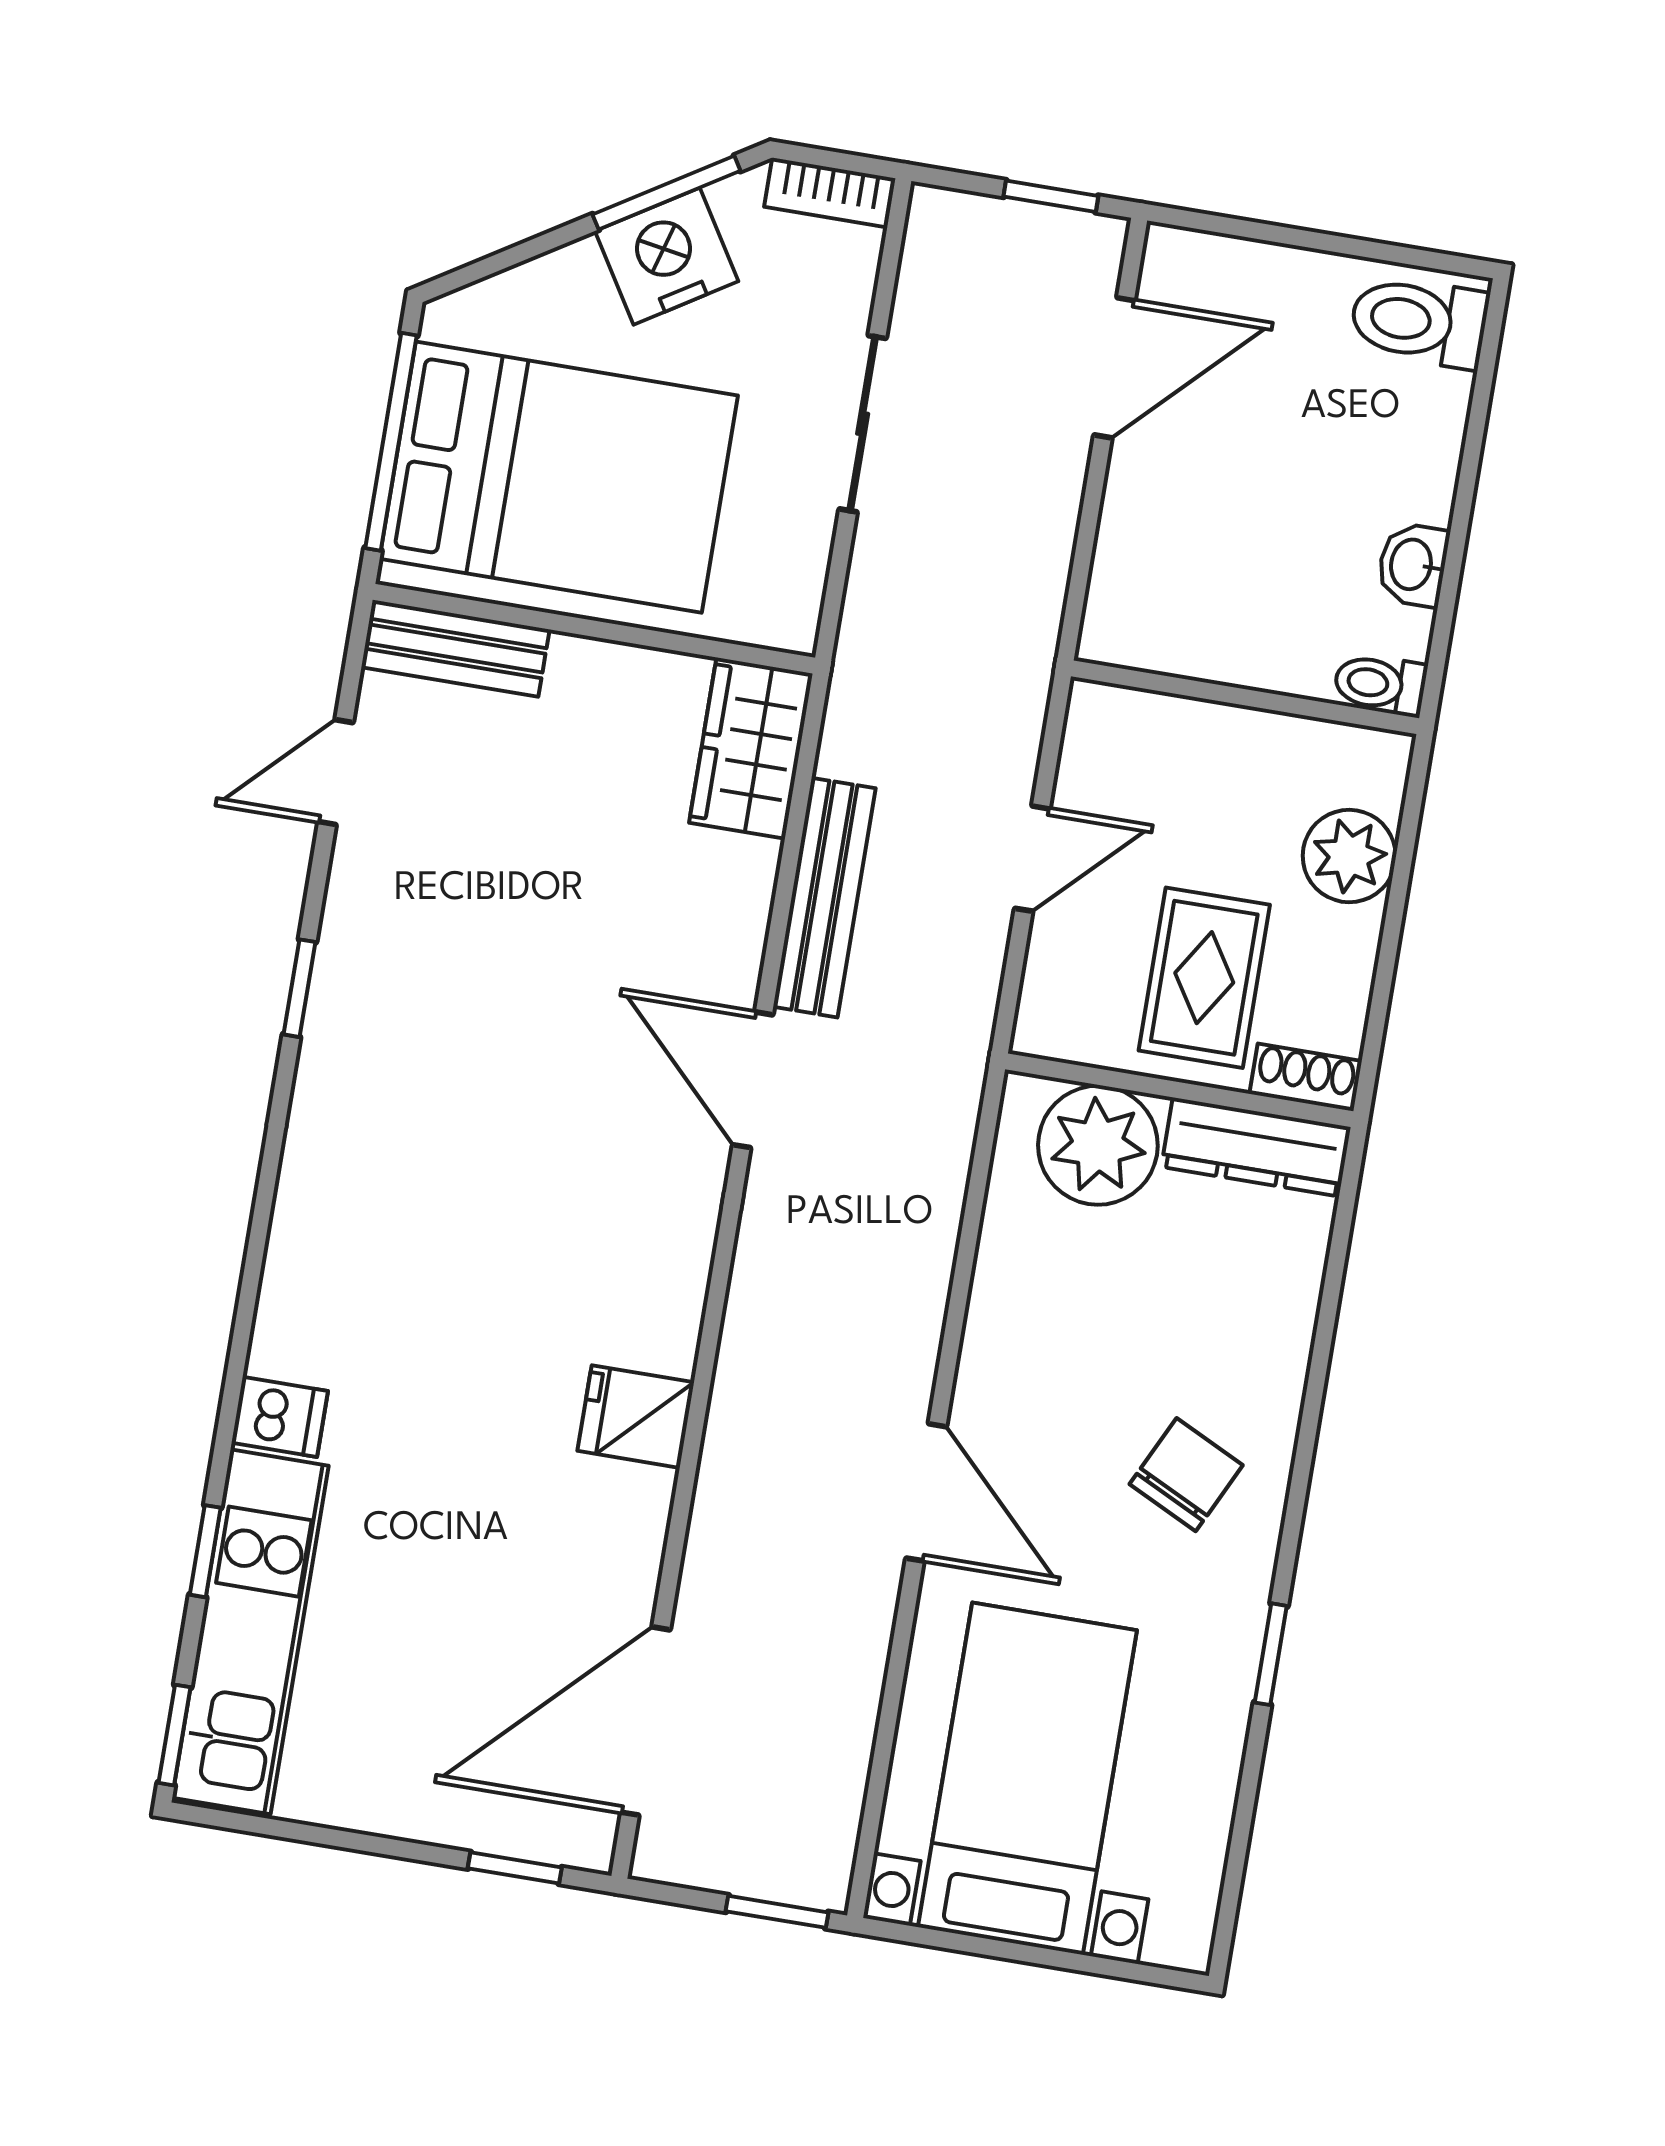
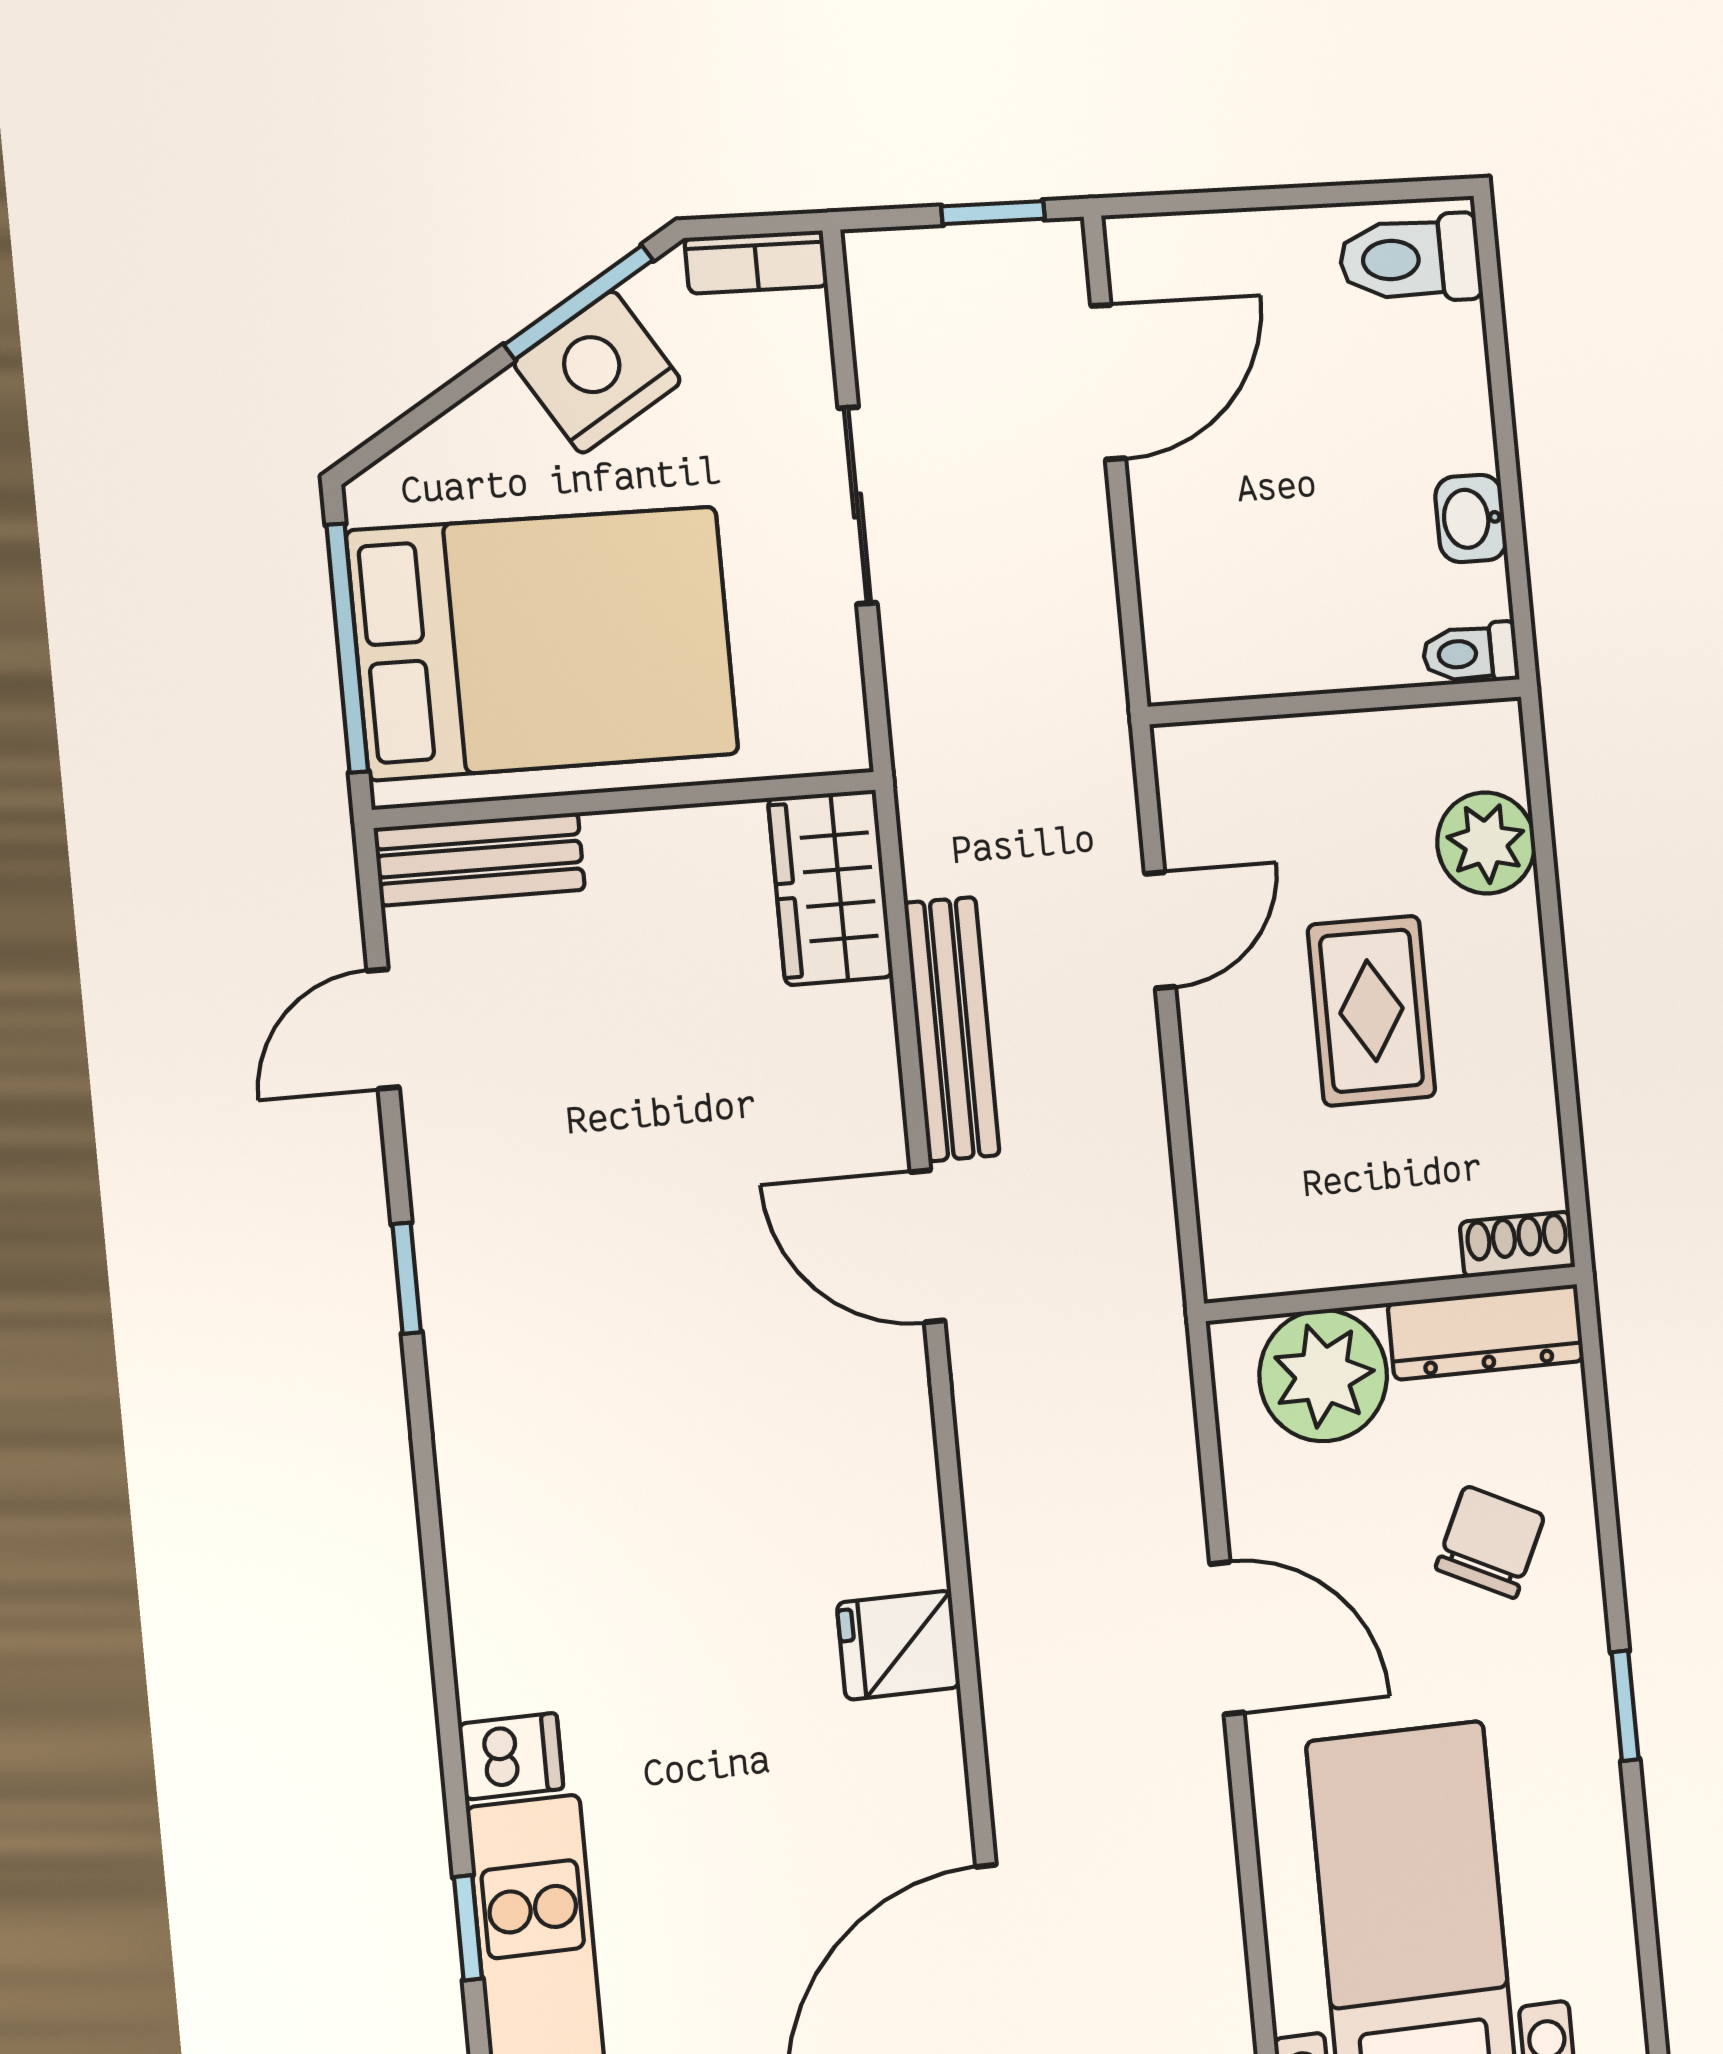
shoe rack: (1306, 1077) -> (1517, 1244), moved
wall: (1179, 1090) -> (1392, 1294), moved
plant: (1098, 1145) -> (1323, 1376), moved
dresser: (1256, 1147) -> (1486, 1332), moved

